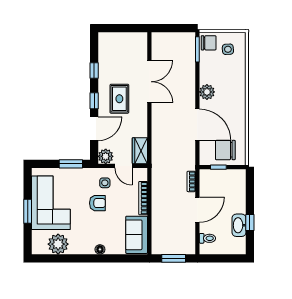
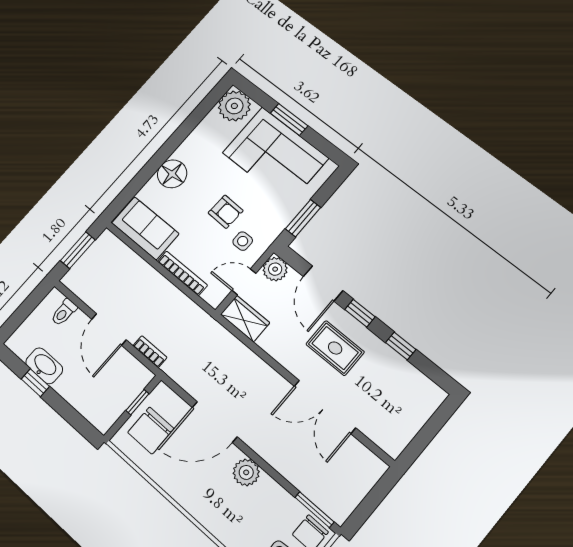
chair: (225, 150) -> (151, 430), turned 180
armchair: (97, 203) -> (226, 212), turned -88
plant: (58, 244) -> (234, 106), moved
floor lamp: (100, 249) -> (172, 174), width x1.89, depth x1.89

